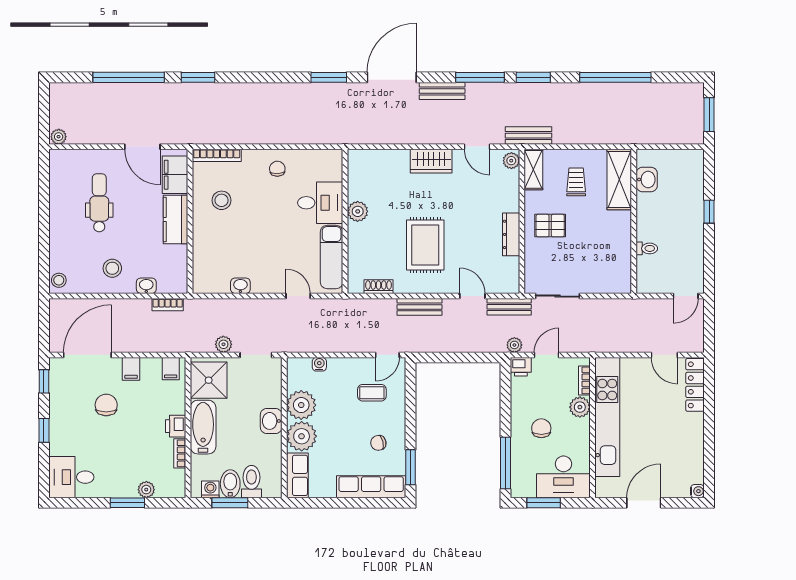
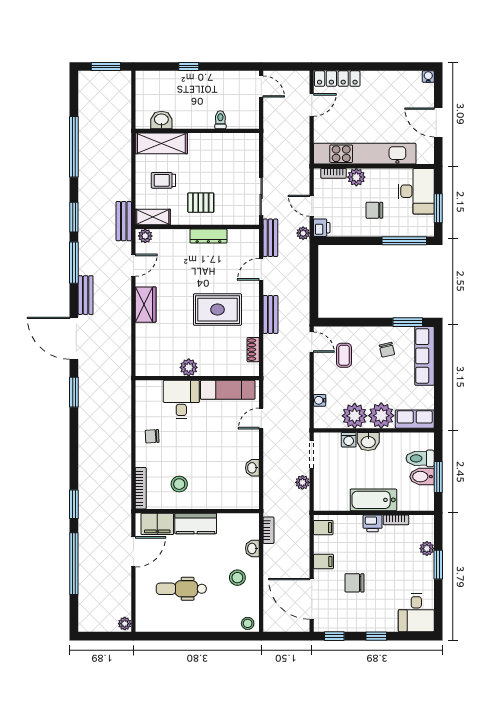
pallet: (550, 226) -> (201, 203), turned 90
shower: (209, 380) -> (333, 495), removed
washing machine: (210, 489) -> (349, 440), moved, turned -90

